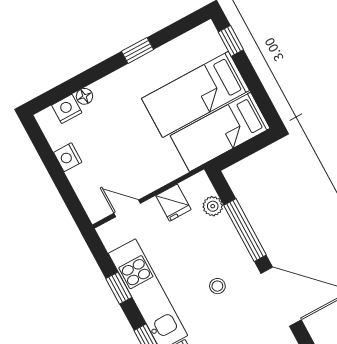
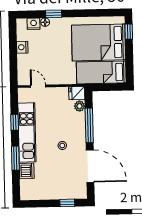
window: (138, 50) -> (54, 14), moved
bed: (195, 94) -> (99, 42), width x1.50
fridge: (173, 203) -> (77, 93), moved, turned 90

